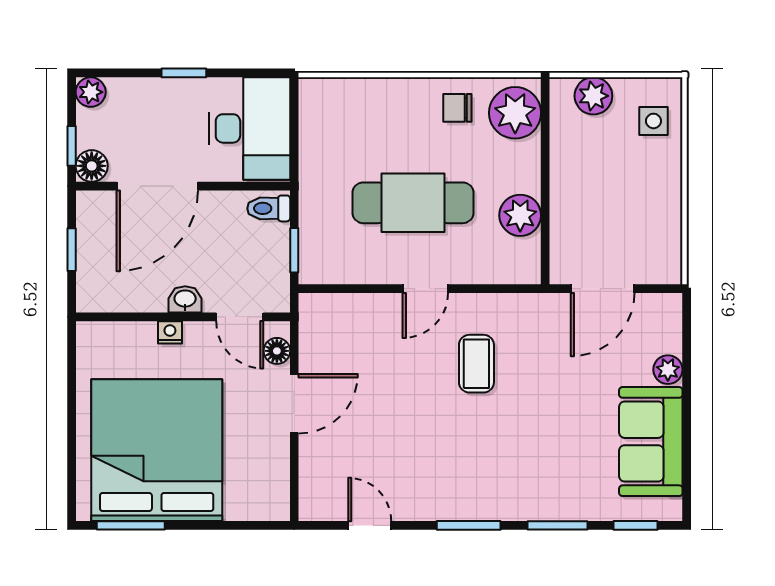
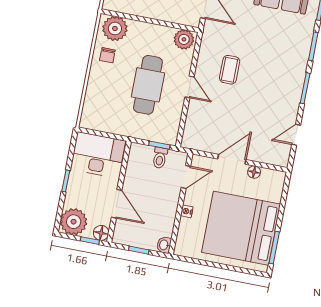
plant: (91, 92) -> (74, 222), width x1.87, depth x1.87
door: (157, 186) -> (117, 204), width x0.73
toilet: (269, 208) -> (160, 158), moved
plant: (520, 215) -> (184, 39), moved
washbasin: (185, 299) -> (164, 245), moved
floor lamp: (277, 351) -> (254, 172), moved
coffee table: (476, 364) -> (230, 70), turned 90
door: (294, 404) -> (232, 159), hinge flipped

